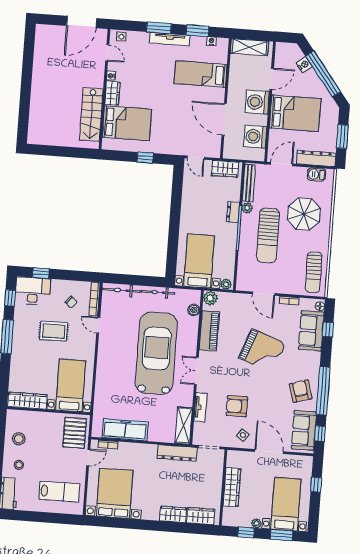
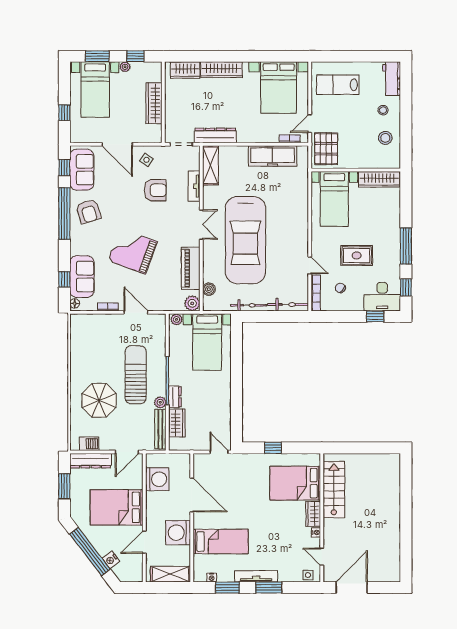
washing machine: (257, 102) -> (178, 533), moved, turned 180
wardrobe: (225, 169) -> (177, 423), moved, turned 90
sun lounger: (314, 272) -> (84, 339), removed
wardrobe: (173, 514) -> (221, 70), width x1.50

